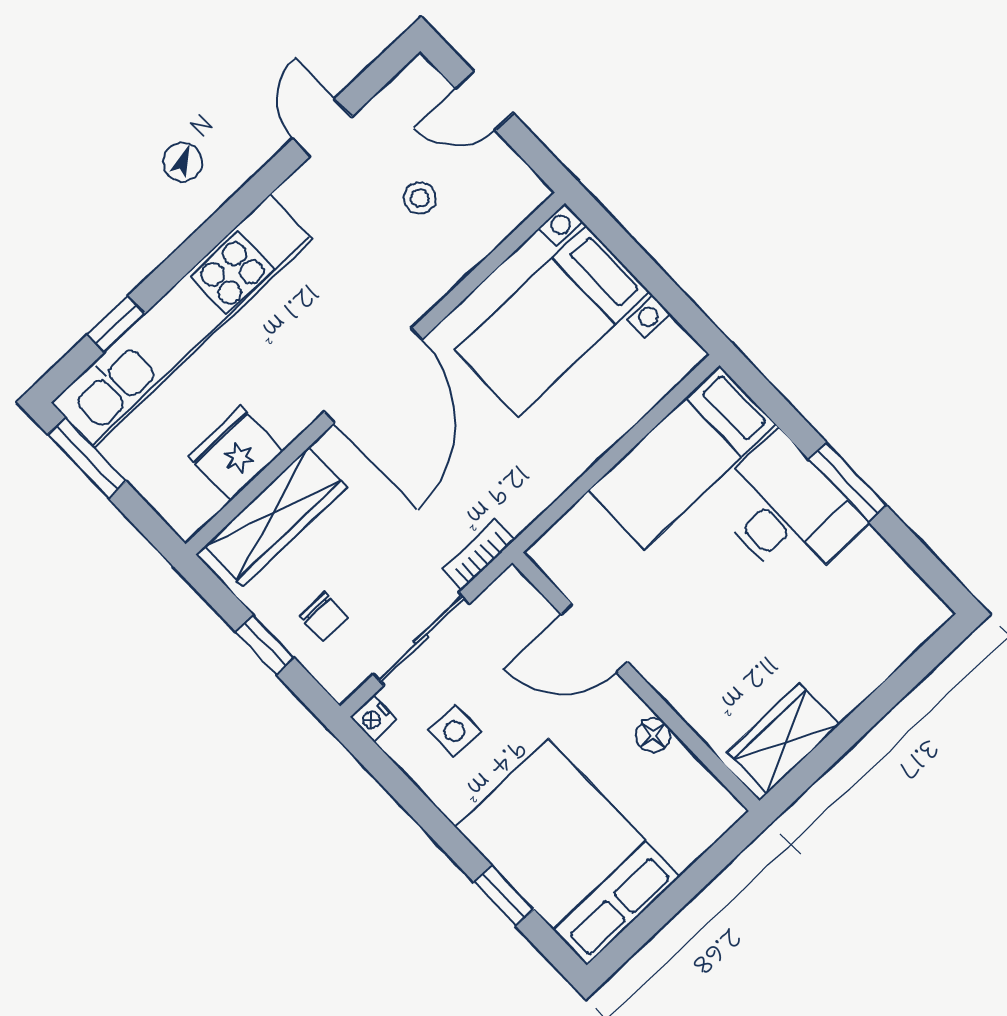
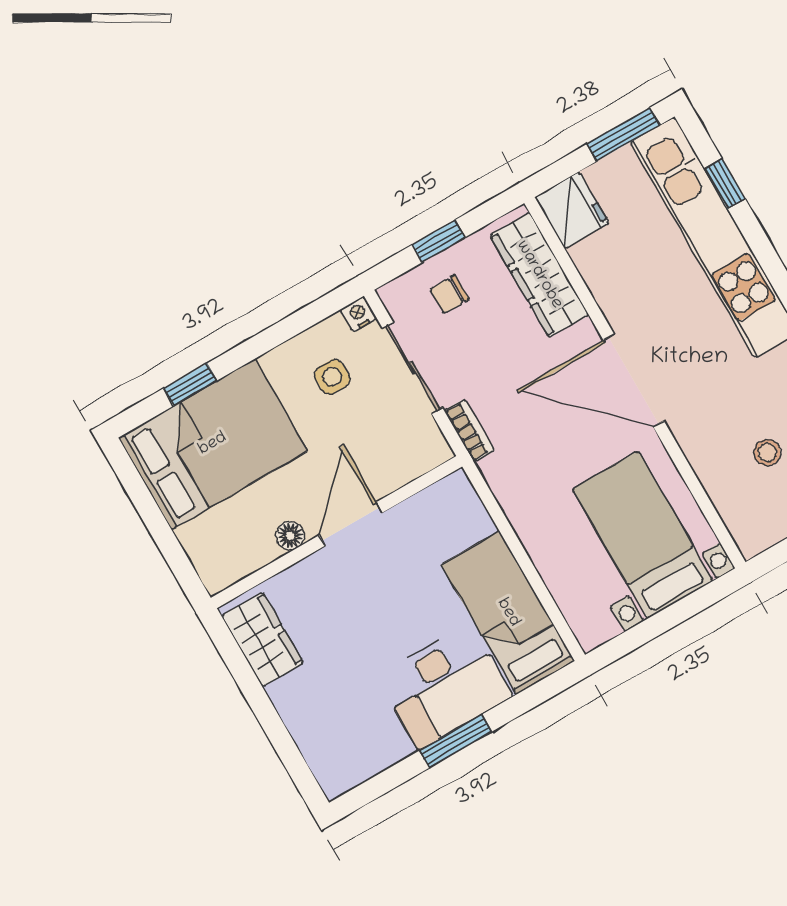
fridge: (235, 454) -> (572, 210), moved
door: (594, 638) -> (351, 524), moved

